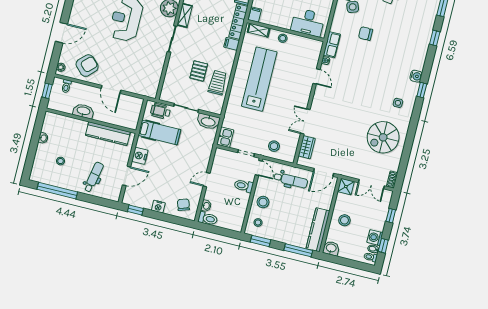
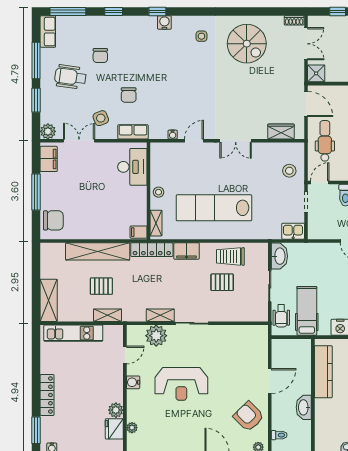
chair: (402, 19) -> (100, 56), added
filing cabinet: (232, 44) -> (187, 251), width x2.00
row of seats: (332, 45) -> (133, 132), moved
window: (422, 90) -> (157, 11), moved
double door: (305, 121) -> (236, 141), moved

